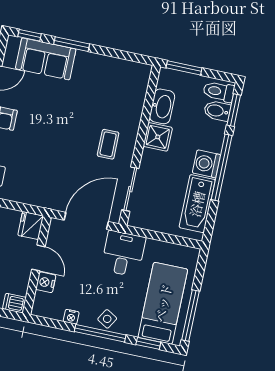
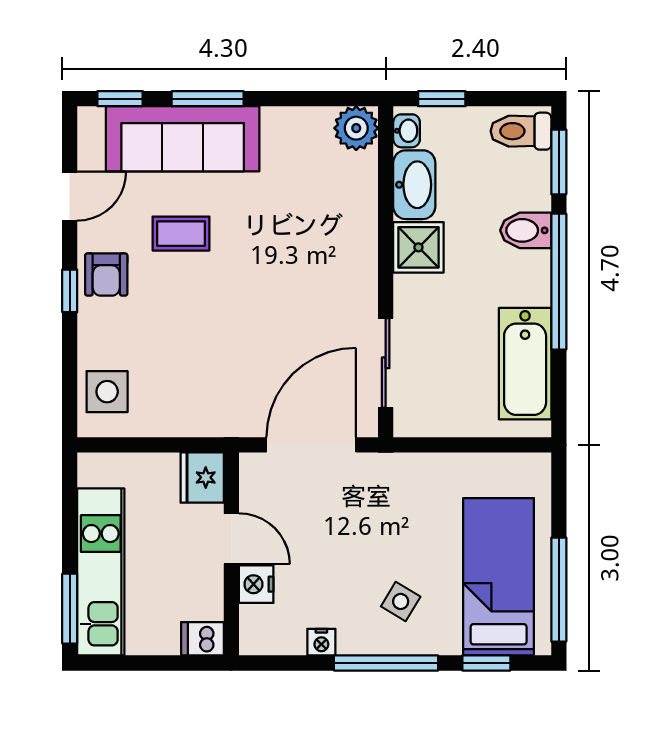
sofa: (46, 59) -> (183, 139), width x1.36
window: (184, 68) -> (442, 99), width x0.67
plant: (140, 73) -> (356, 128), added
washbasin: (164, 80) -> (407, 131), added
bidet: (217, 111) -> (526, 230), moved
coffee table: (108, 144) -> (181, 234), moved, turned 90
washing machine: (206, 164) -> (527, 281), removed
desk: (123, 254) -> (399, 494), removed
side table: (107, 319) -> (401, 601), moved

